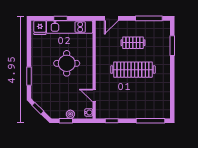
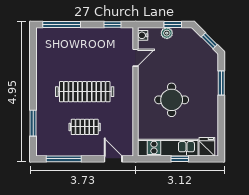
door: (111, 18) -> (113, 159), hinge flipped
door: (94, 96) -> (136, 58), hinge flipped

